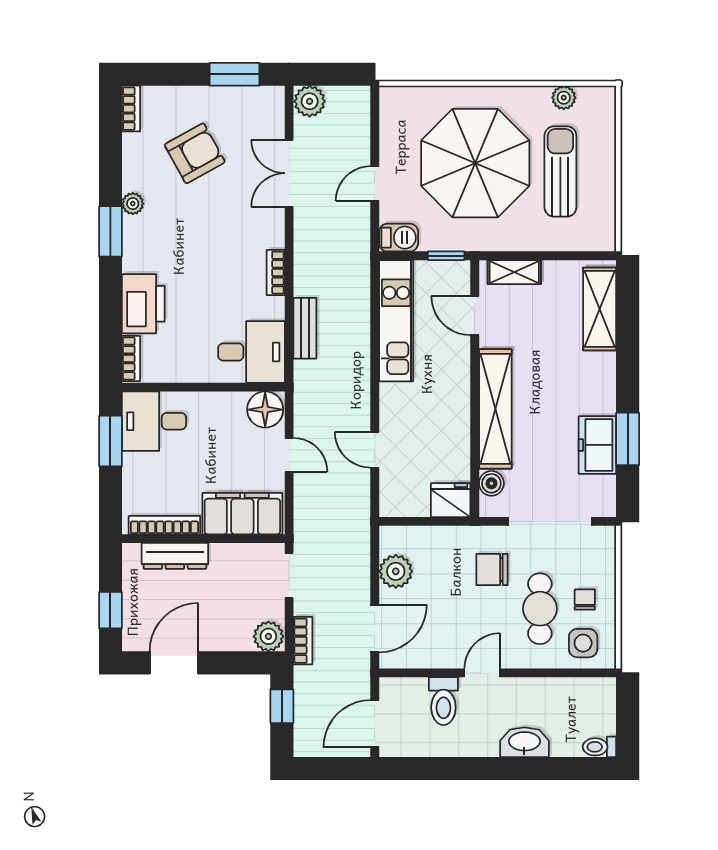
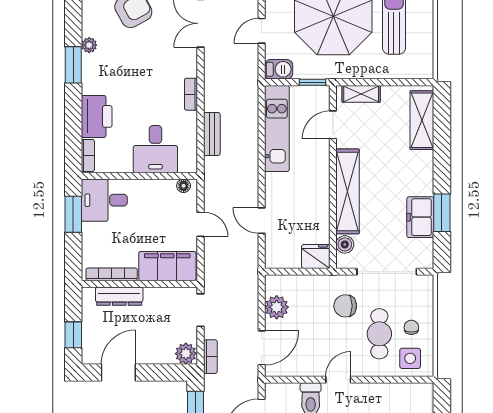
door: (475, 316) -> (333, 125), hinge flipped
desk: (251, 352) -> (155, 149), moved, turned 90
floor lamp: (265, 410) -> (184, 186), width x0.53, depth x0.53

